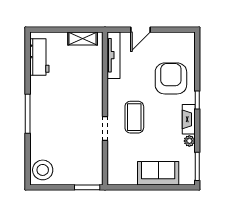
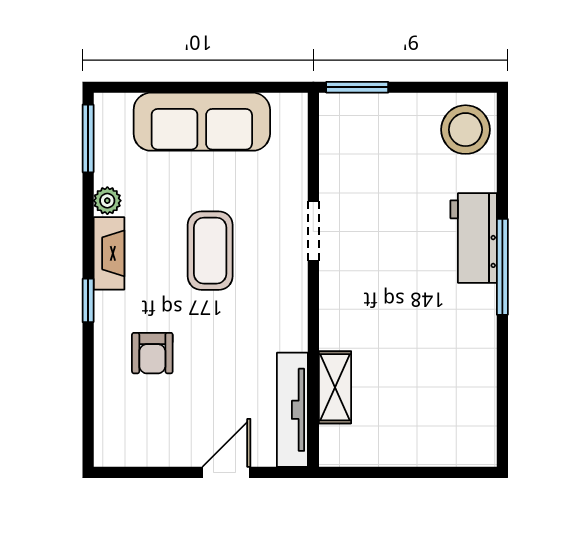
shelving: (83, 38) -> (335, 387), moved, turned 90
workbench: (39, 57) -> (474, 238), moved
armchair: (171, 78) -> (152, 353), width x0.53, depth x0.53
coffee table: (134, 117) -> (210, 251), moved
sofa: (158, 173) -> (202, 122), width x1.36

